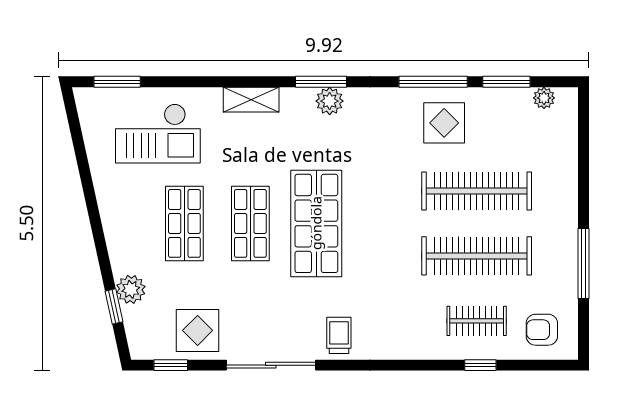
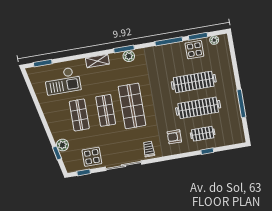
display table: (444, 123) -> (194, 50), moved
armchair: (542, 330) -> (174, 137), moved

